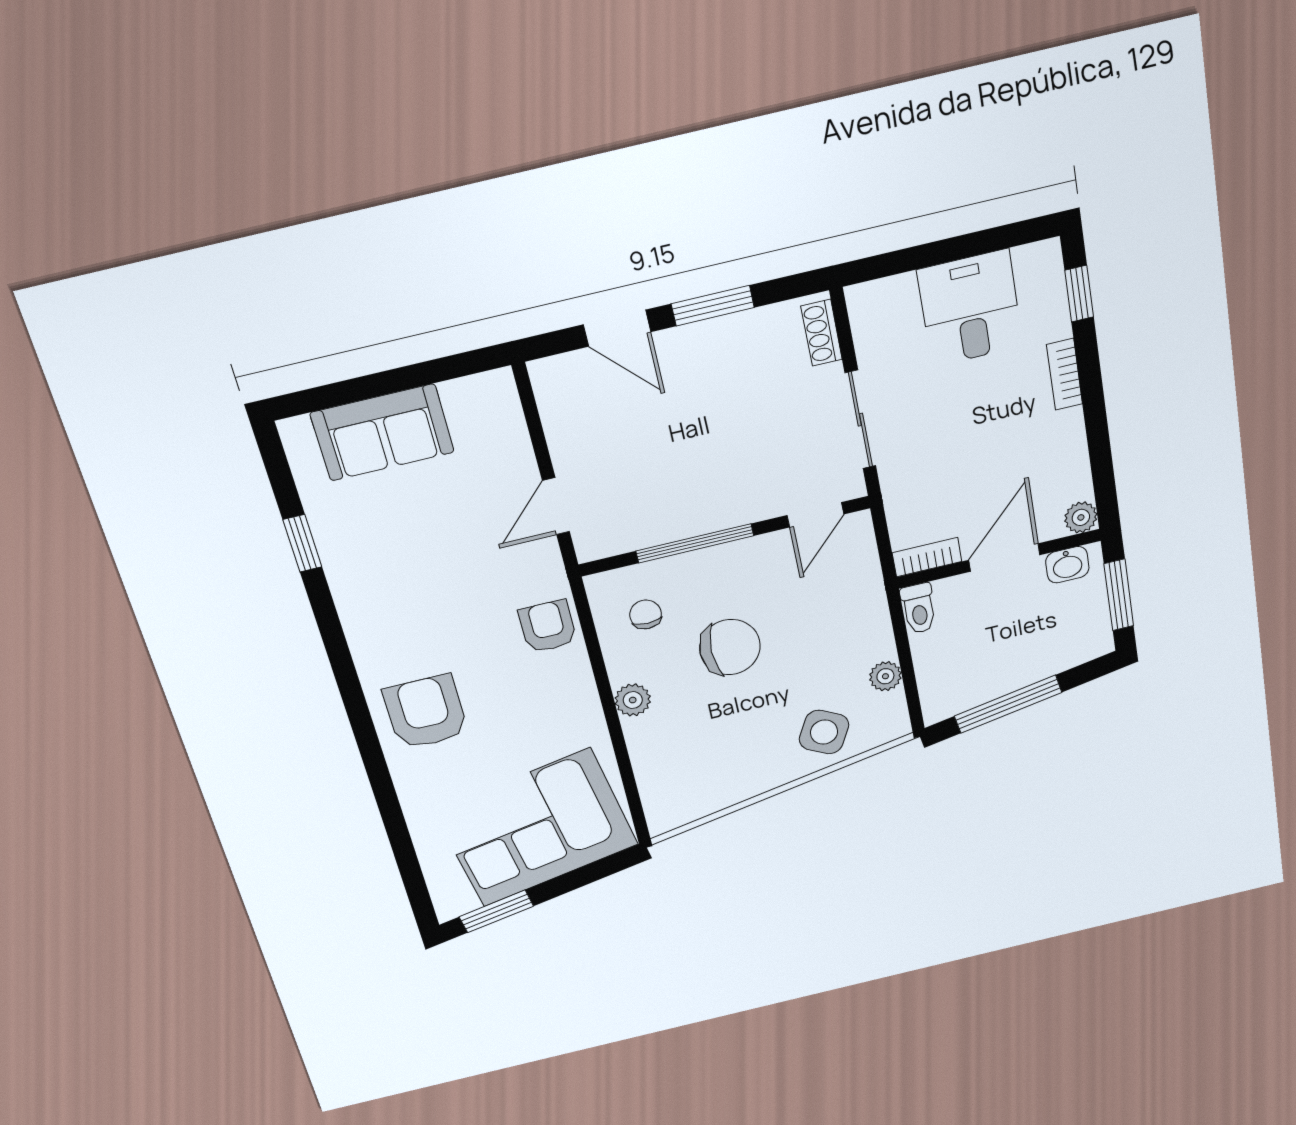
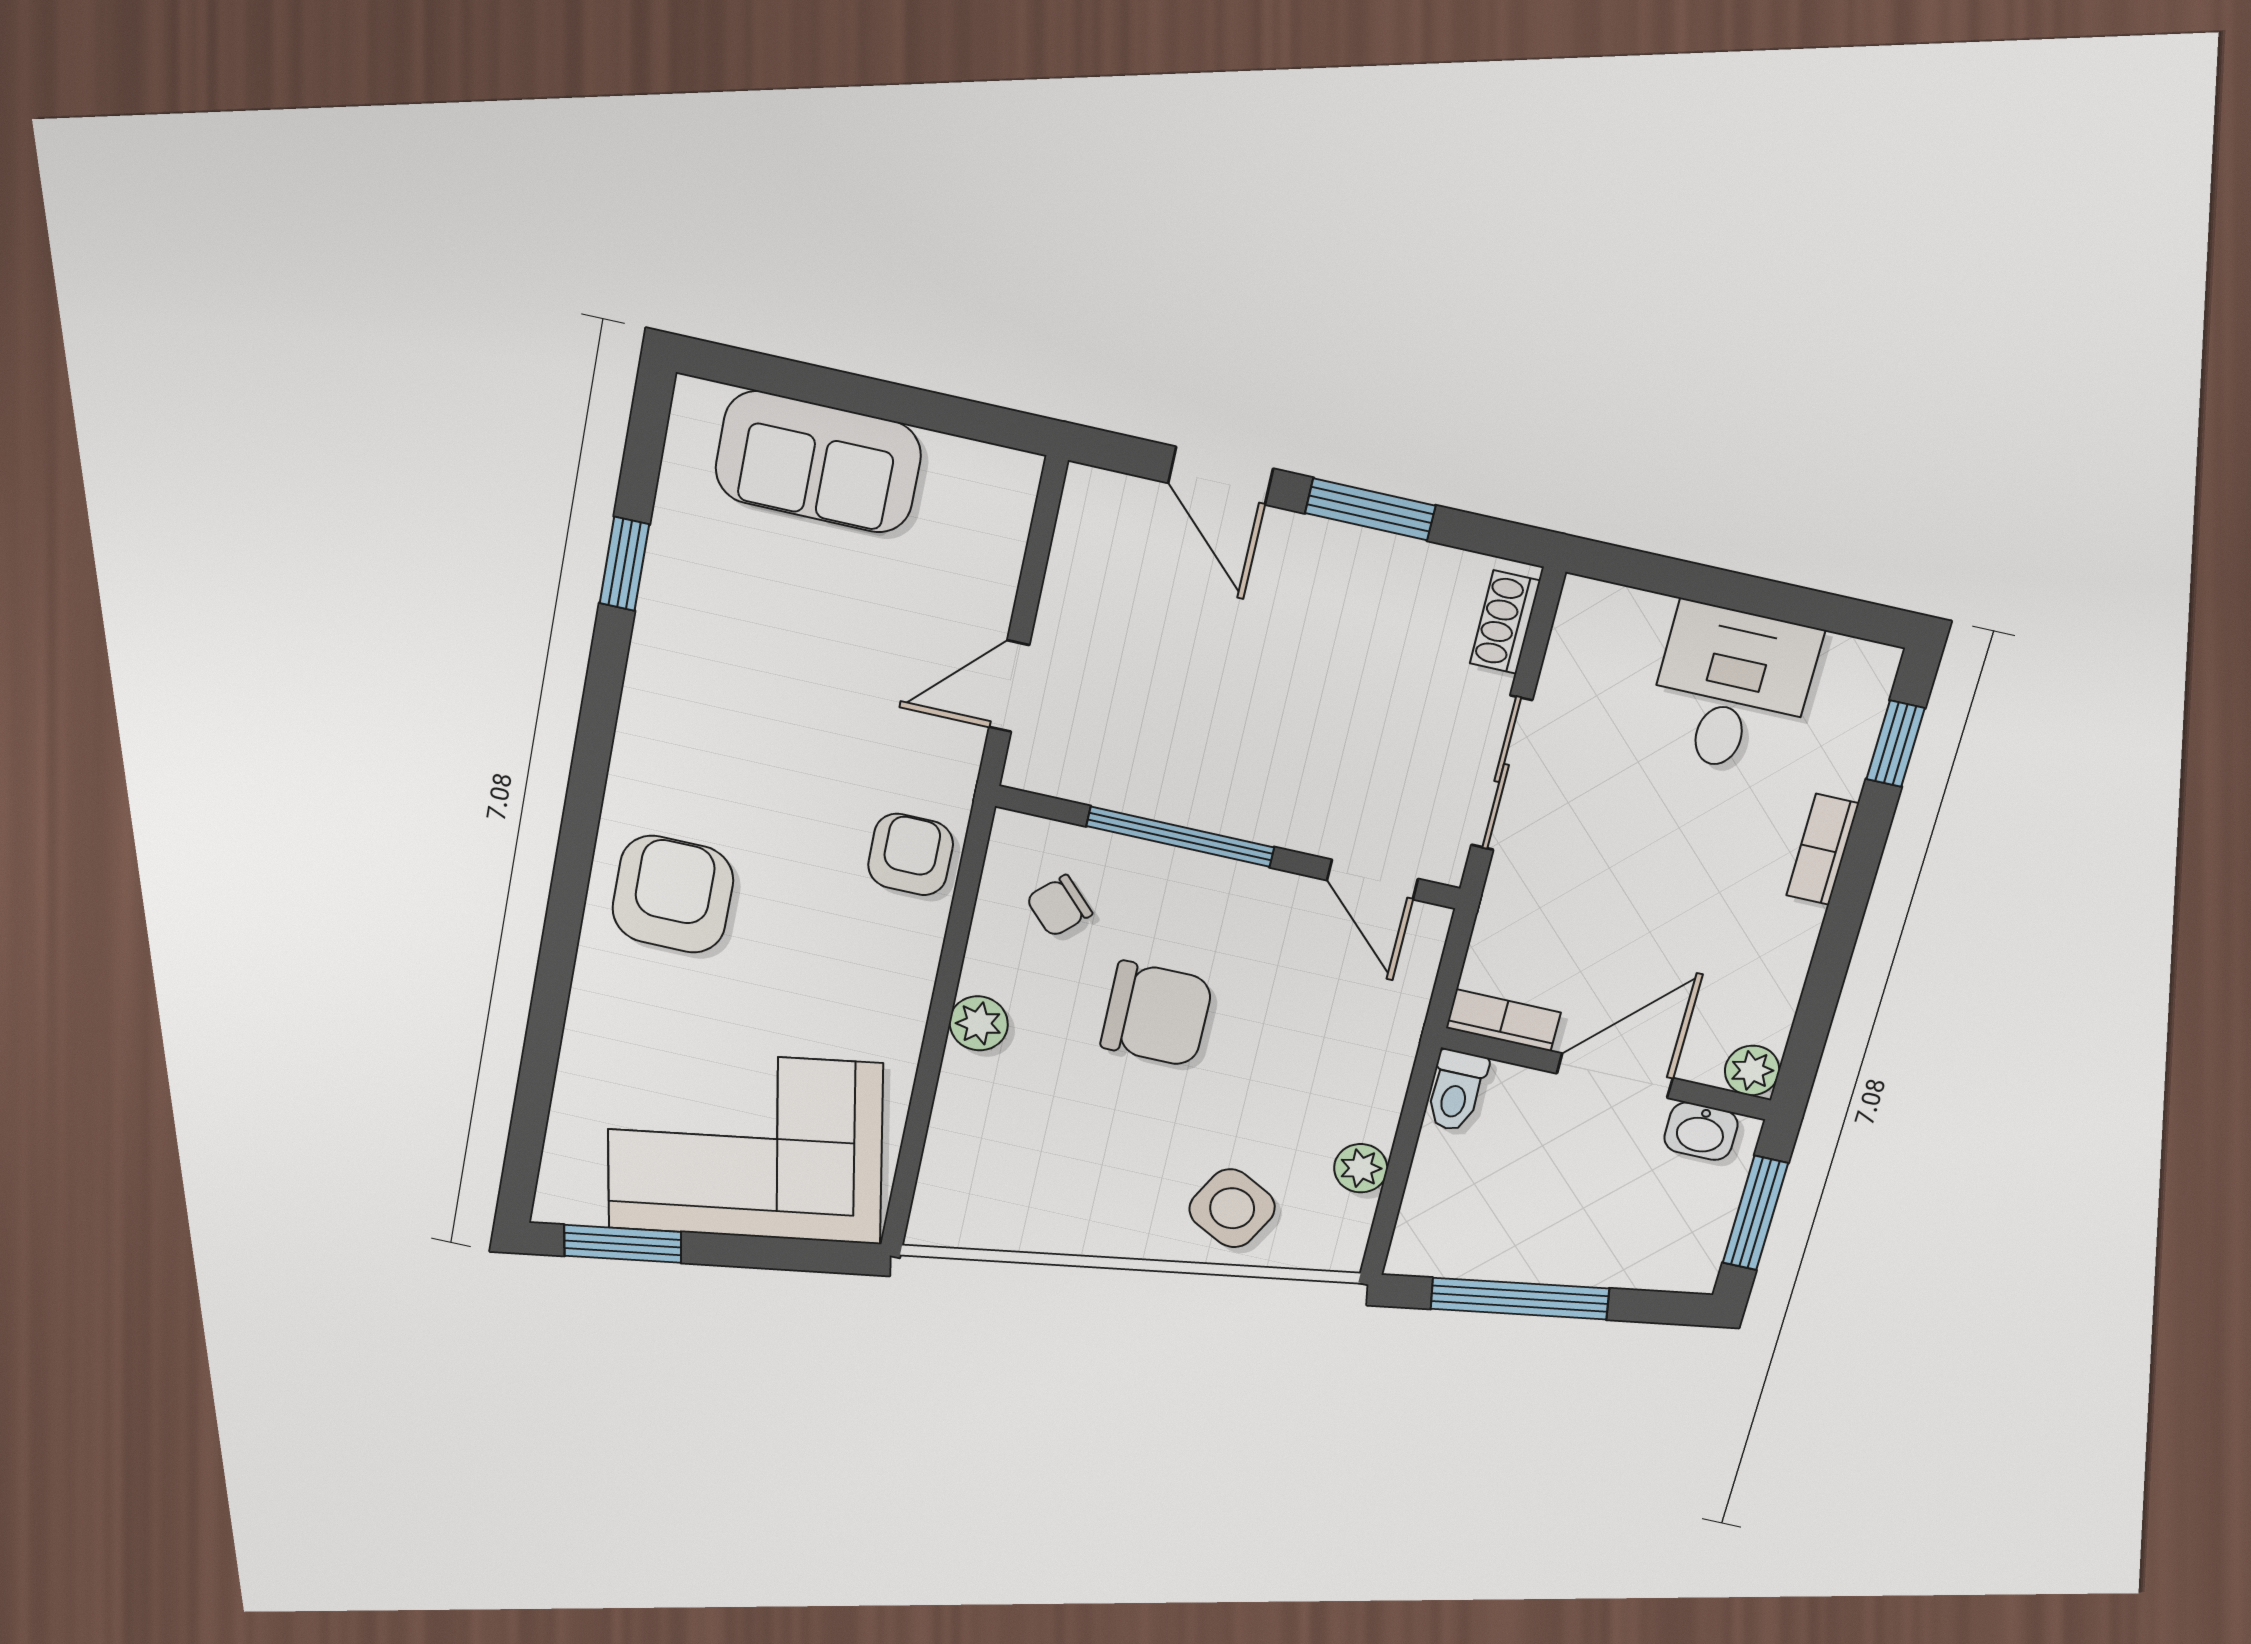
door: (815, 515) -> (1372, 880), hinge flipped
chair: (646, 614) -> (1059, 906), turned -134

